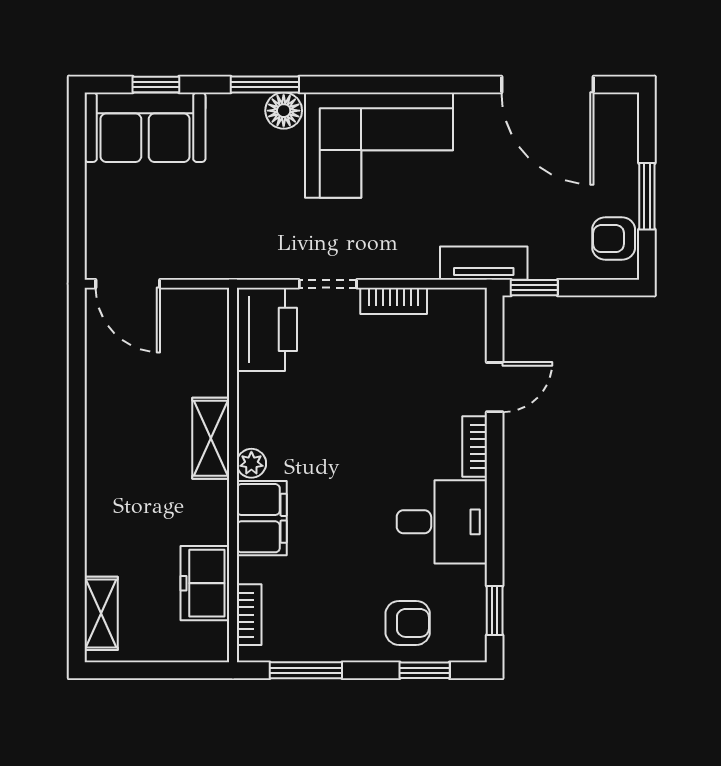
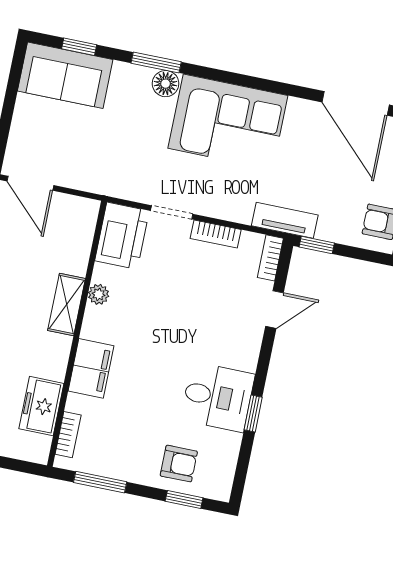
bookcase: (475, 447) -> (270, 258), moved
plant: (251, 463) -> (99, 294), moved
window: (495, 611) -> (253, 414), moved

